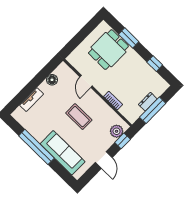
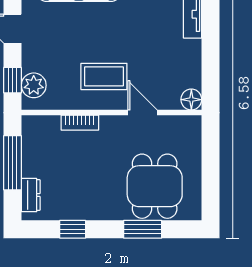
floor lamp: (52, 80) -> (191, 100), moved
dresser: (148, 102) -> (31, 195), moved
coffee table: (79, 117) -> (104, 76), moved

